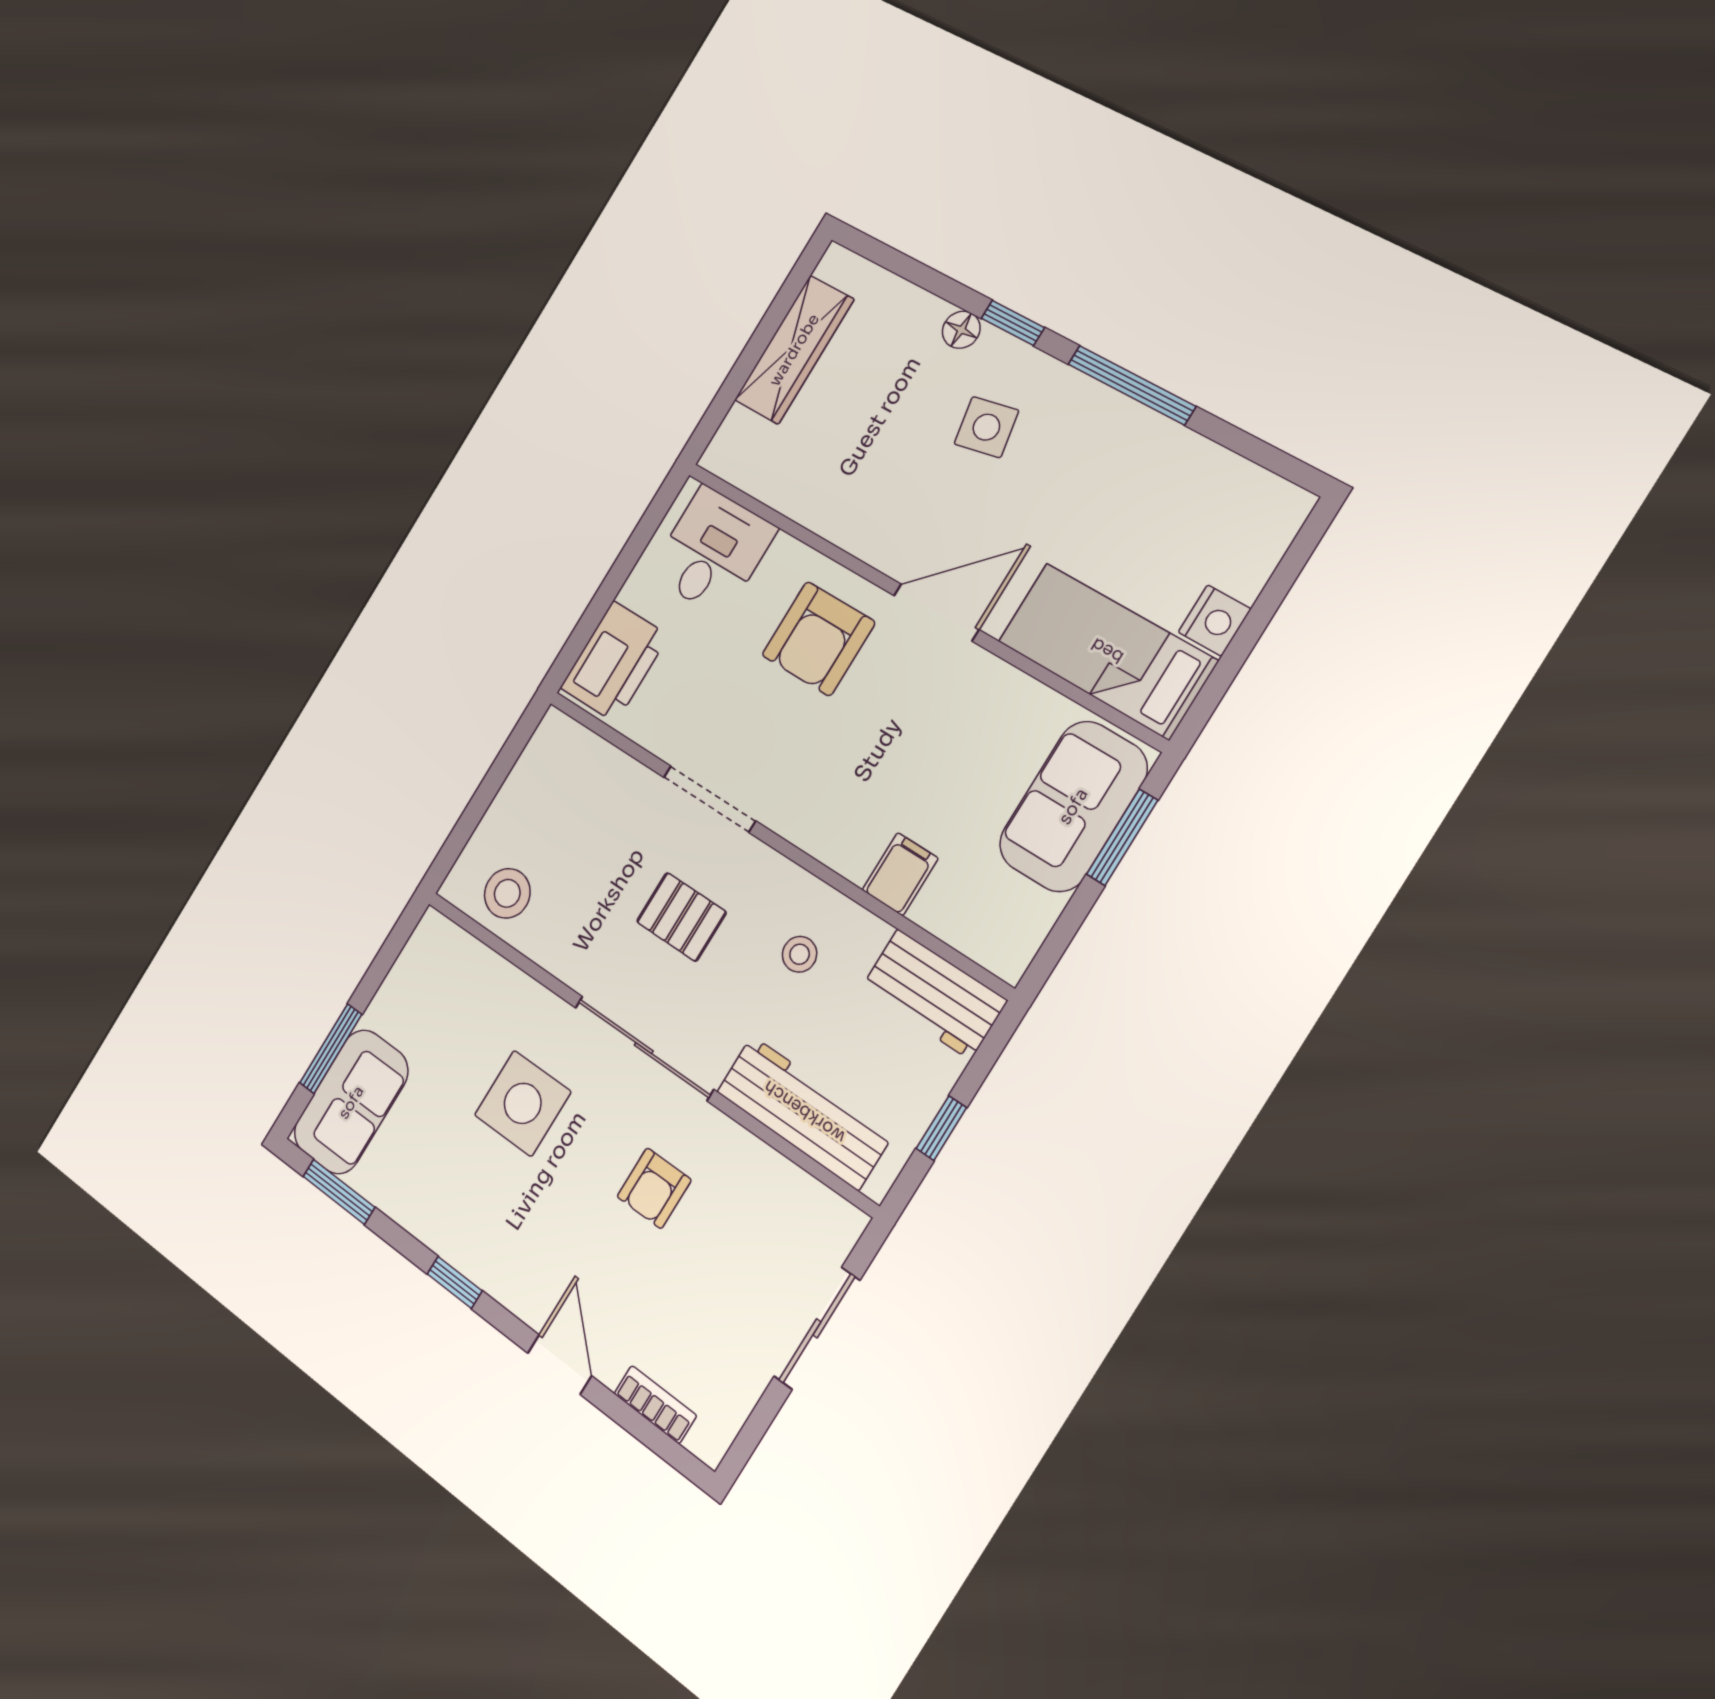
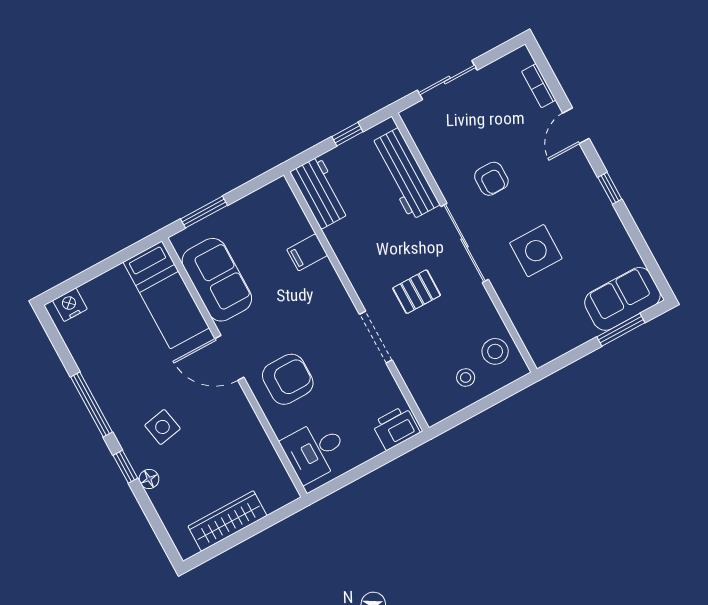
nightstand: (1215, 620) -> (70, 305), moved
printer: (614, 662) -> (396, 428), width x0.73, depth x0.84
sofa: (1073, 806) -> (217, 280), moved, turned -90
pallet: (681, 917) -> (417, 292), turned 90
stool: (800, 954) -> (466, 378), moved
armchair: (654, 1188) -> (491, 179), turned 90
window: (339, 1192) -> (649, 260), removed

